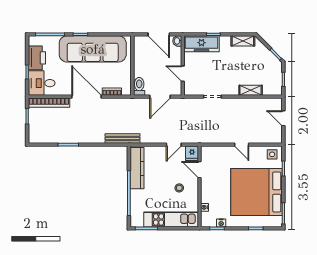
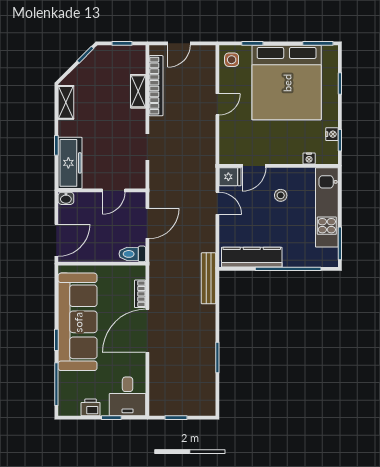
door: (159, 34) -> (56, 240), moved
printer: (37, 58) -> (91, 407), width x0.53, depth x0.68
door: (160, 97) -> (147, 223), hinge flipped
bookcase: (49, 103) -> (156, 86), moved

